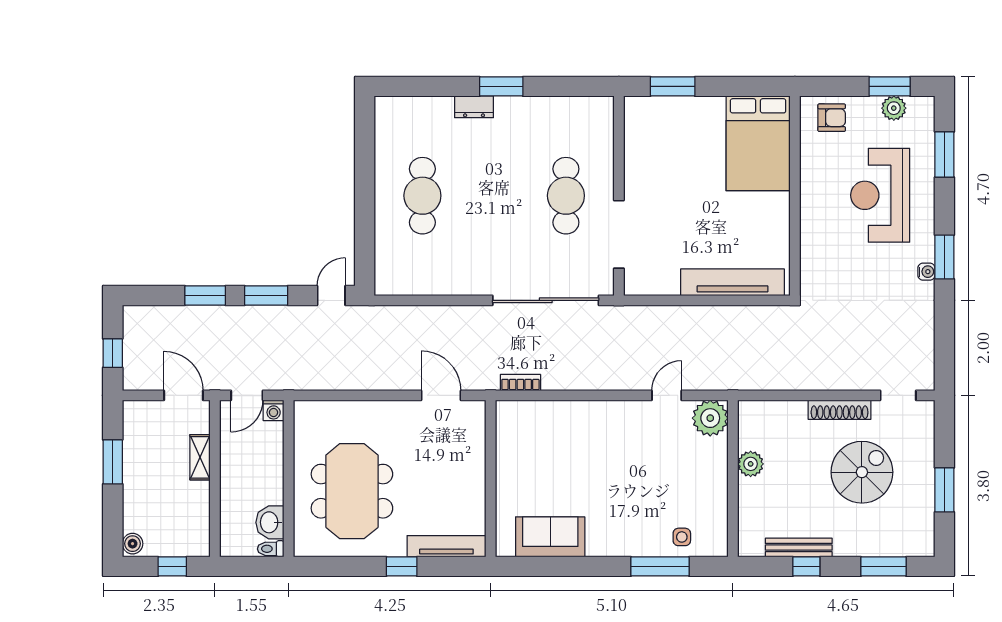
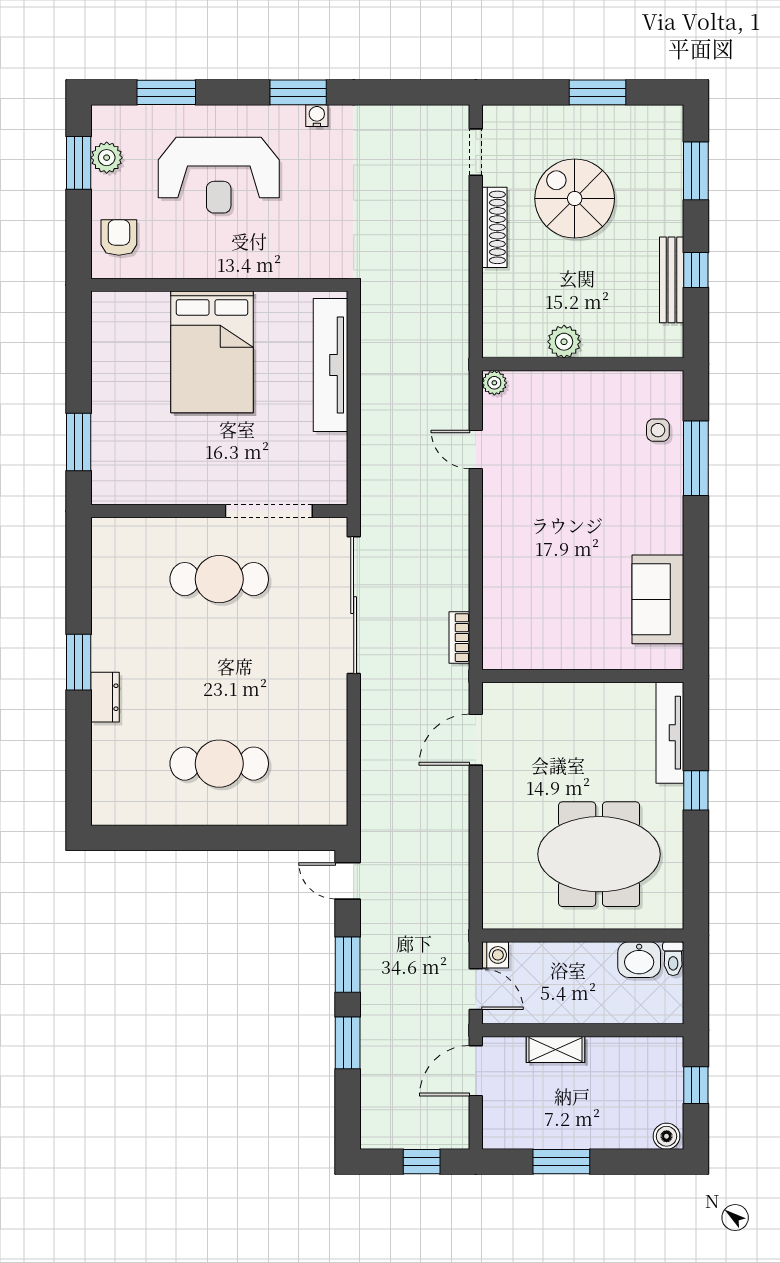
bed: (758, 143) -> (212, 352), moved, turned 90
plant: (710, 418) -> (494, 383), width x0.53, depth x0.53

